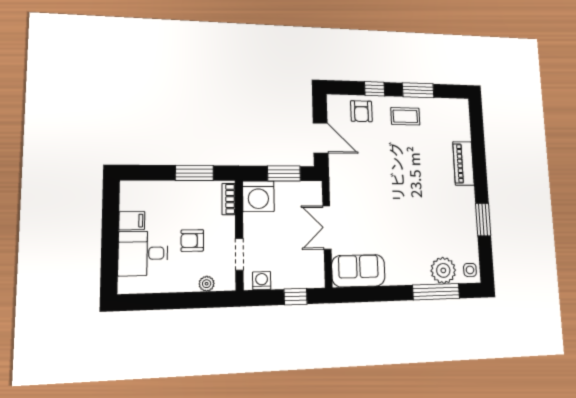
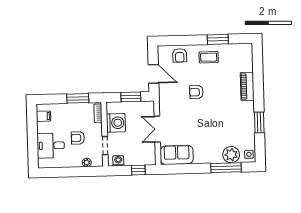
window: (375, 89) -> (189, 40), removed
armchair: (388, 169) -> (196, 92), added
washing machine: (258, 196) -> (116, 123), moved, turned -90
filing cabinet: (132, 221) -> (43, 116), moved

